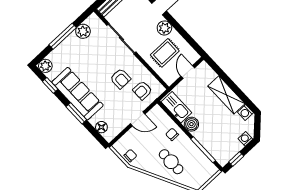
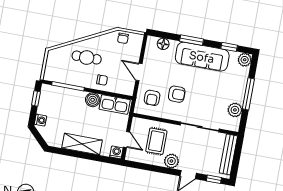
armchair: (120, 79) -> (177, 94), turned 180
armchair: (142, 90) -> (152, 98), turned 180
washing machine: (245, 112) -> (116, 152), moved
door: (138, 119) -> (139, 72), hinge flipped

